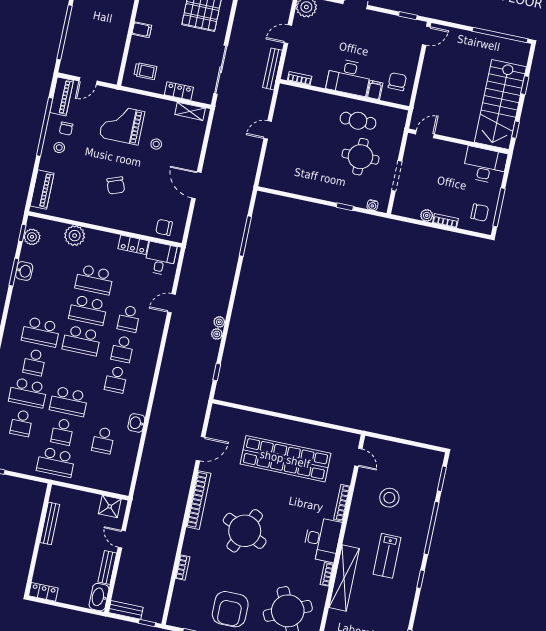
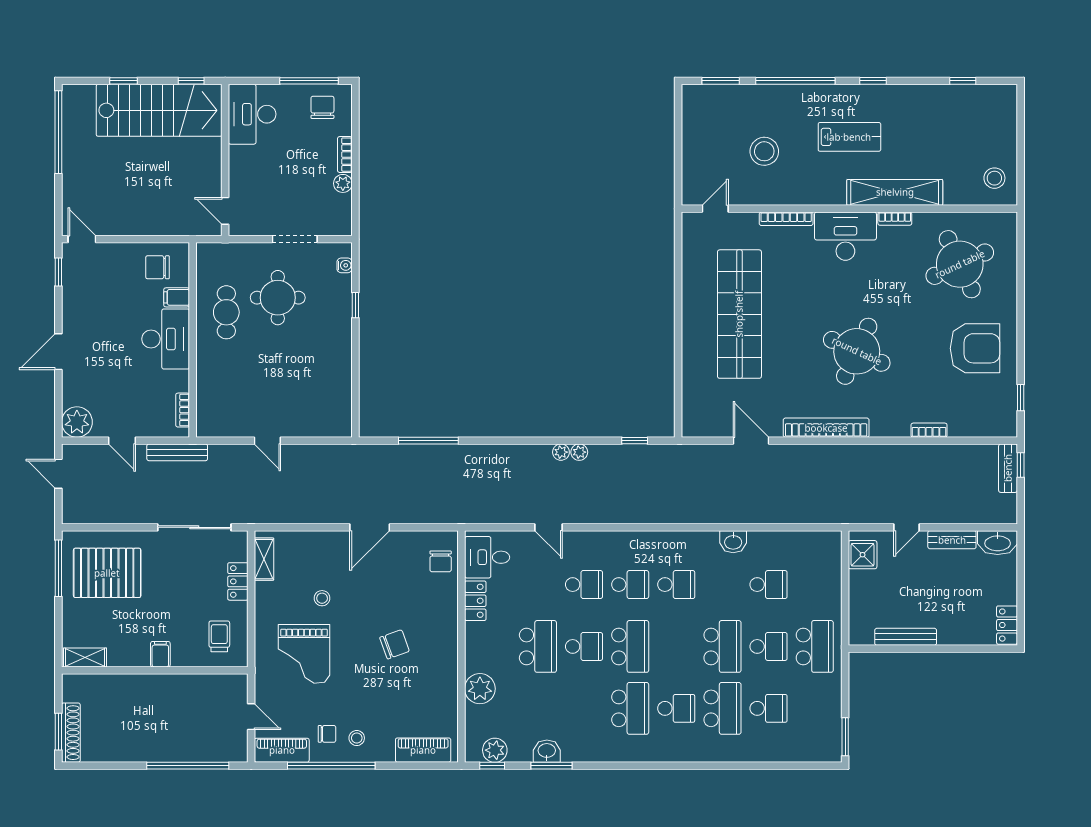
school desk: (88, 310) -> (584, 646), width x0.54
bench: (126, 610) -> (1008, 468), moved

